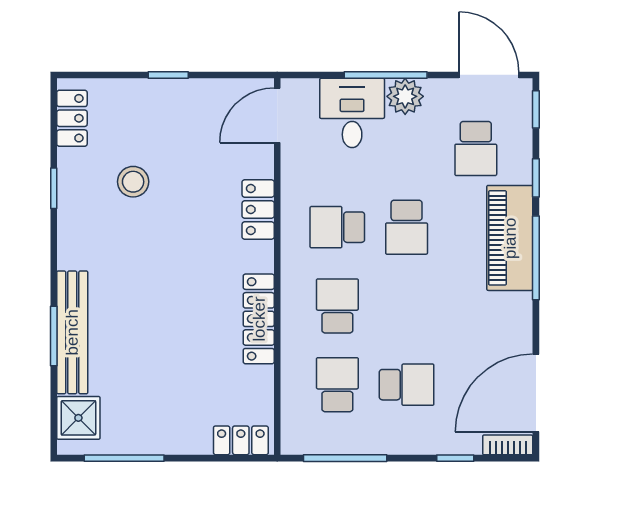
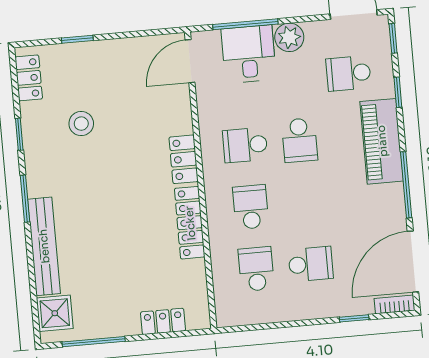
window: (168, 75) -> (77, 39), moved
window: (386, 75) -> (245, 24), moved
school desk: (476, 148) -> (349, 73), turned 90
locker: (258, 210) -> (184, 159), moved
window: (536, 258) -> (406, 185), moved
window: (54, 336) -> (25, 199), moved
locker: (241, 440) -> (163, 321), moved
window: (345, 458) -> (267, 326), removed

